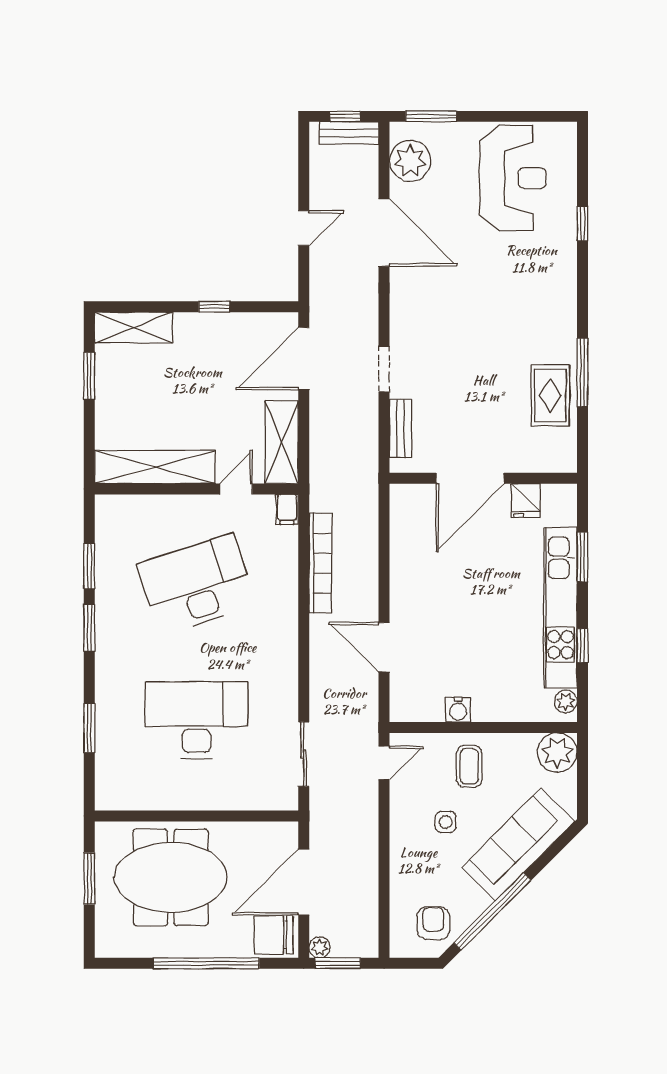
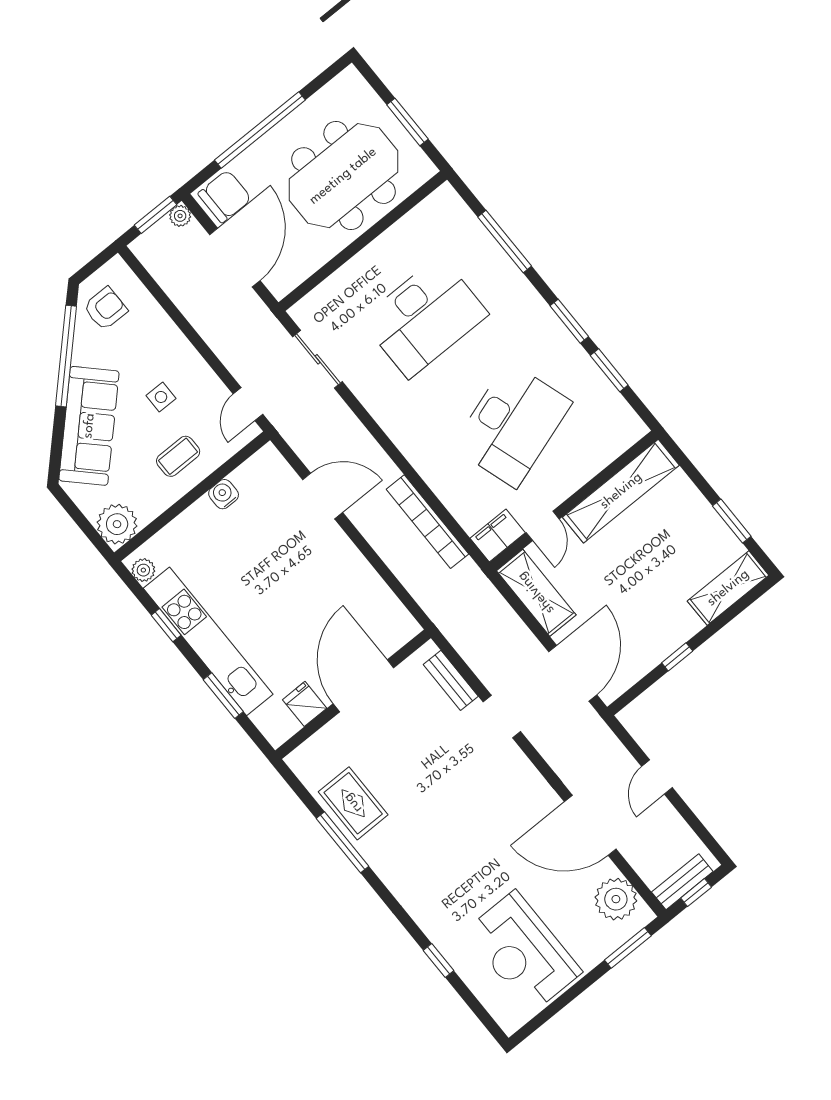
filing cabinet: (287, 509) -> (498, 536), width x2.00
window: (89, 728) -> (505, 242), width x1.44
coffee table: (469, 766) -> (178, 456), turned 90
armchair: (433, 923) -> (105, 309), turned -90

